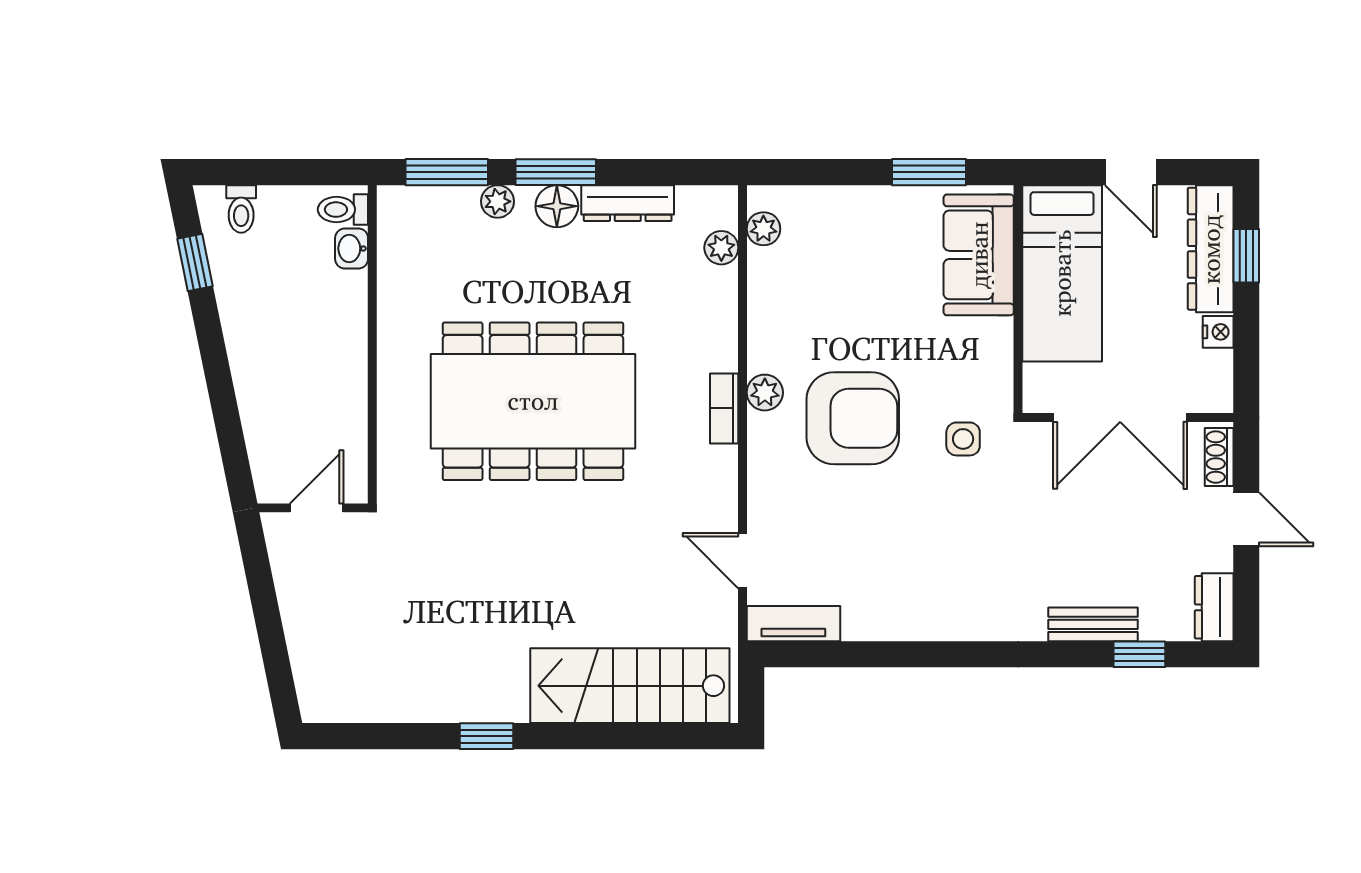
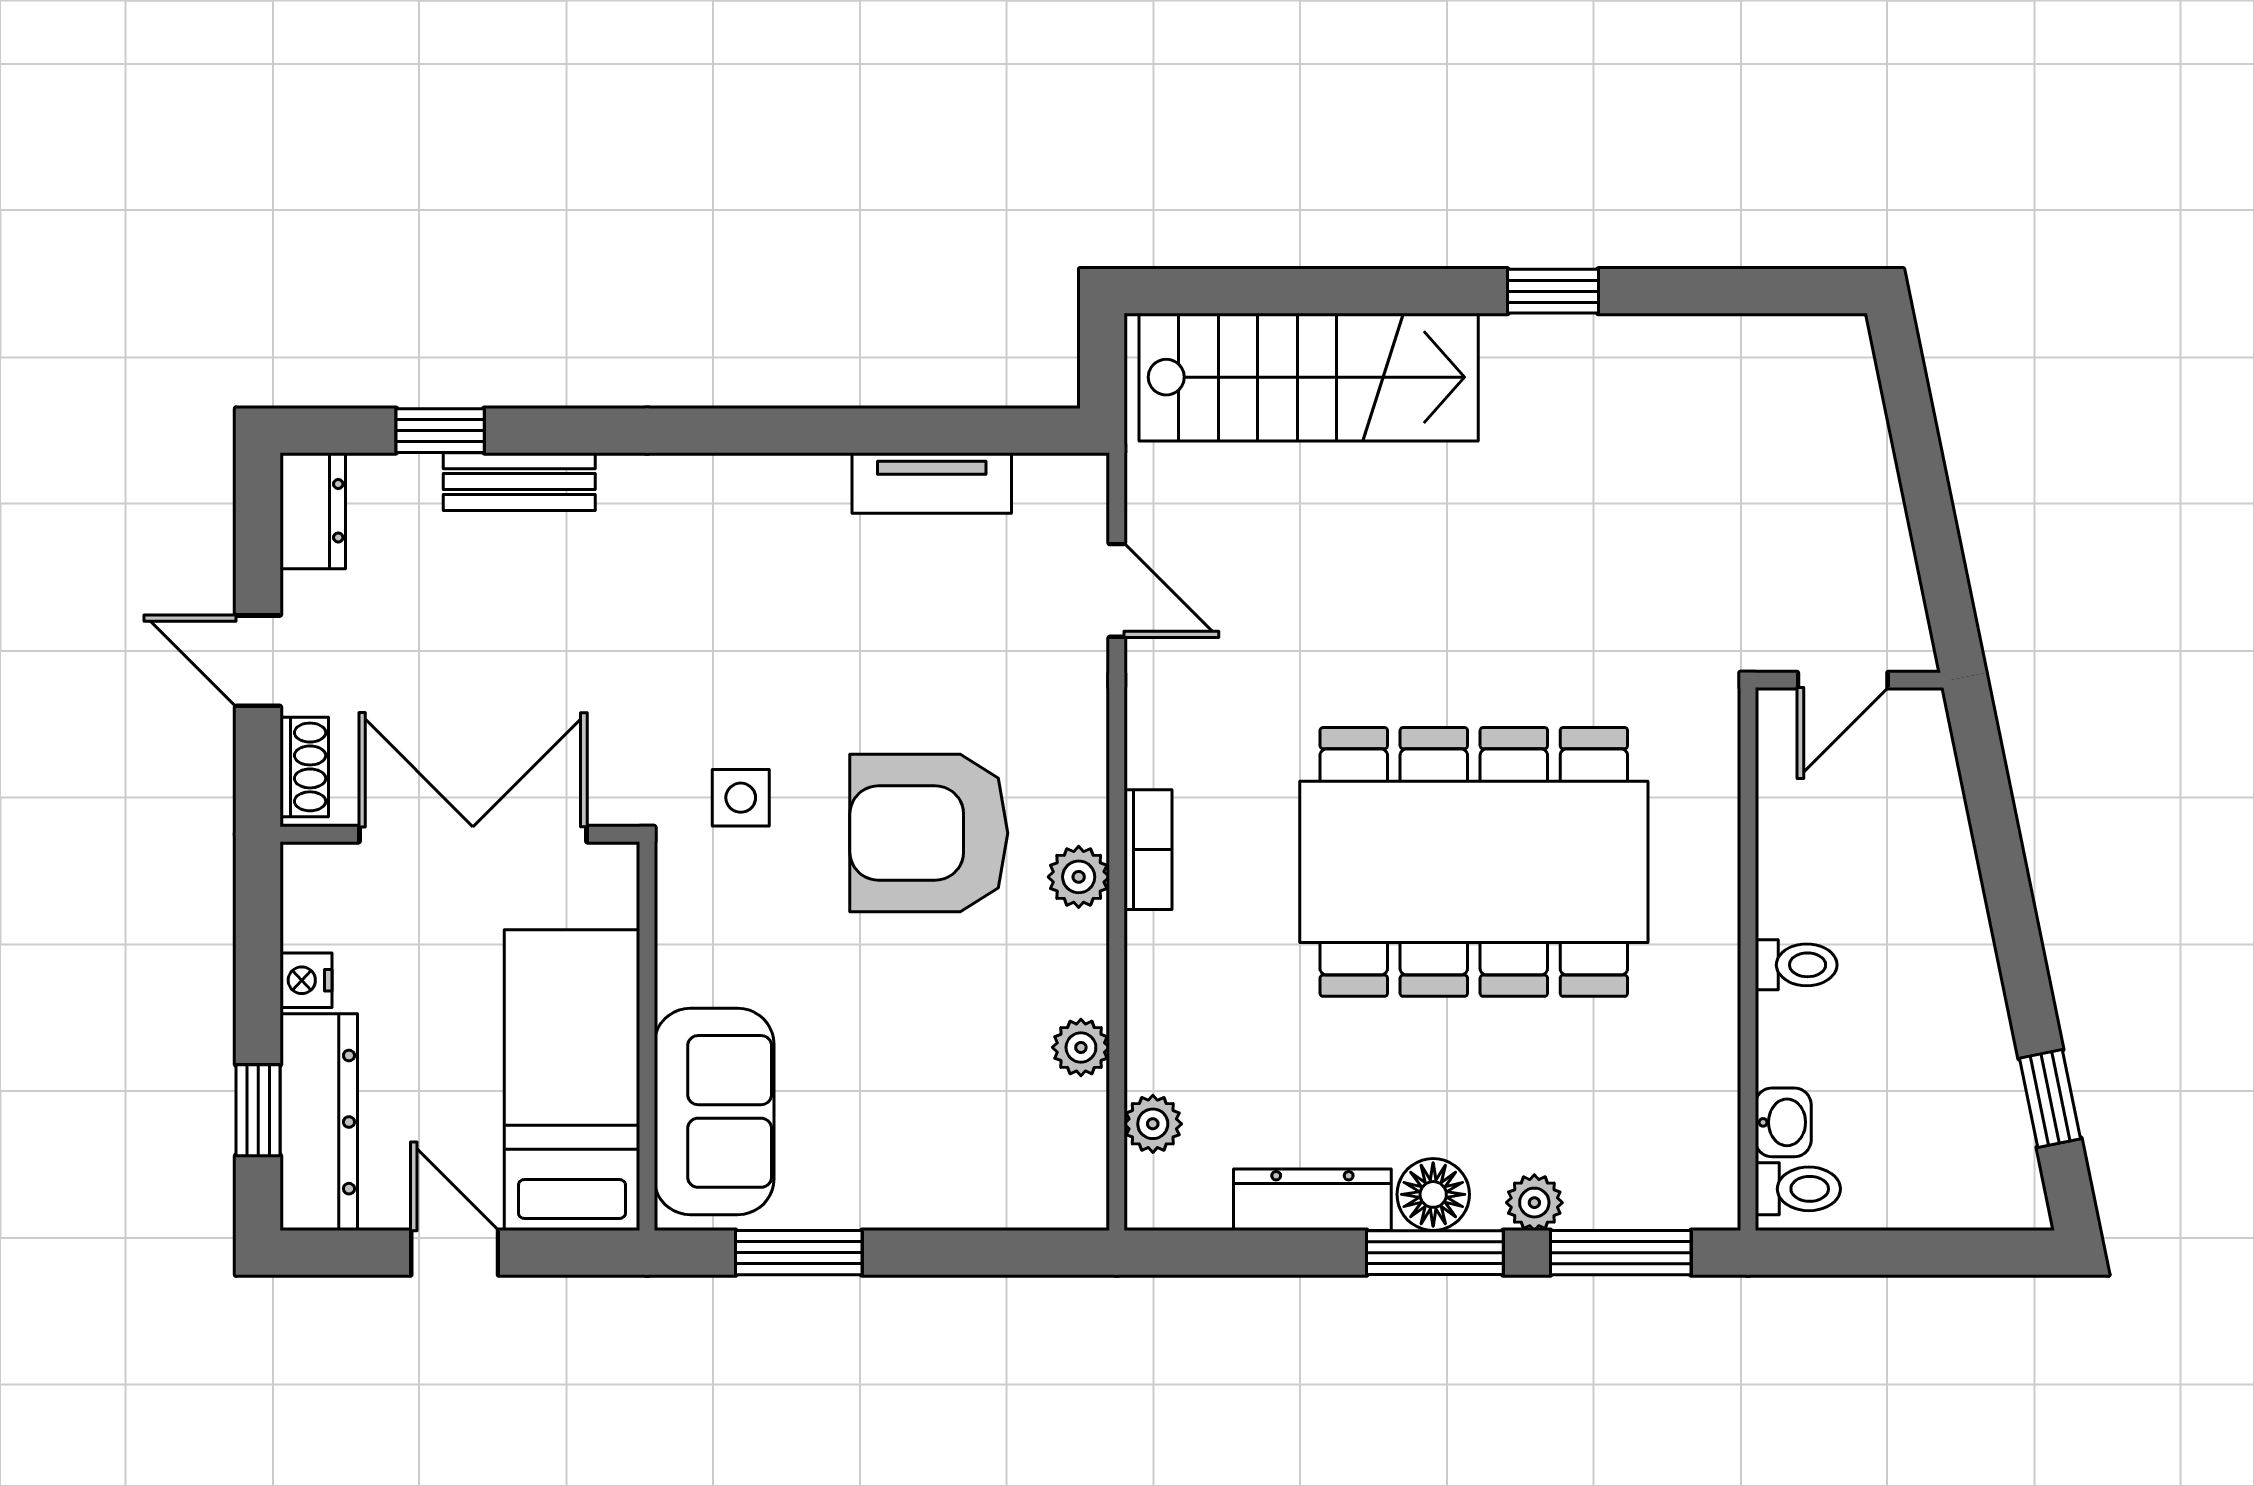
toilet: (241, 209) -> (1796, 965), moved, turned 90
plant: (763, 229) -> (1081, 1047), moved
tv unit: (793, 624) -> (932, 483), moved

